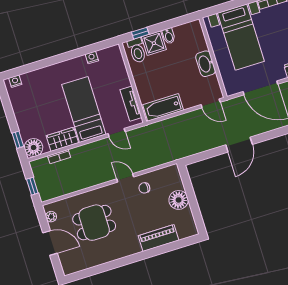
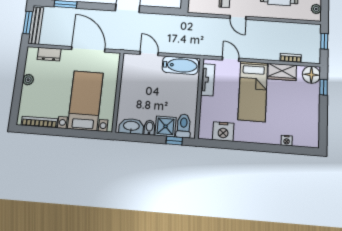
nightstand: (92, 57) -> (223, 132), width x1.89, depth x1.79
washbasin: (206, 64) -> (131, 126), moved, turned -90
nightstand: (15, 81) -> (287, 141), moved
door: (211, 103) -> (149, 54), moved

